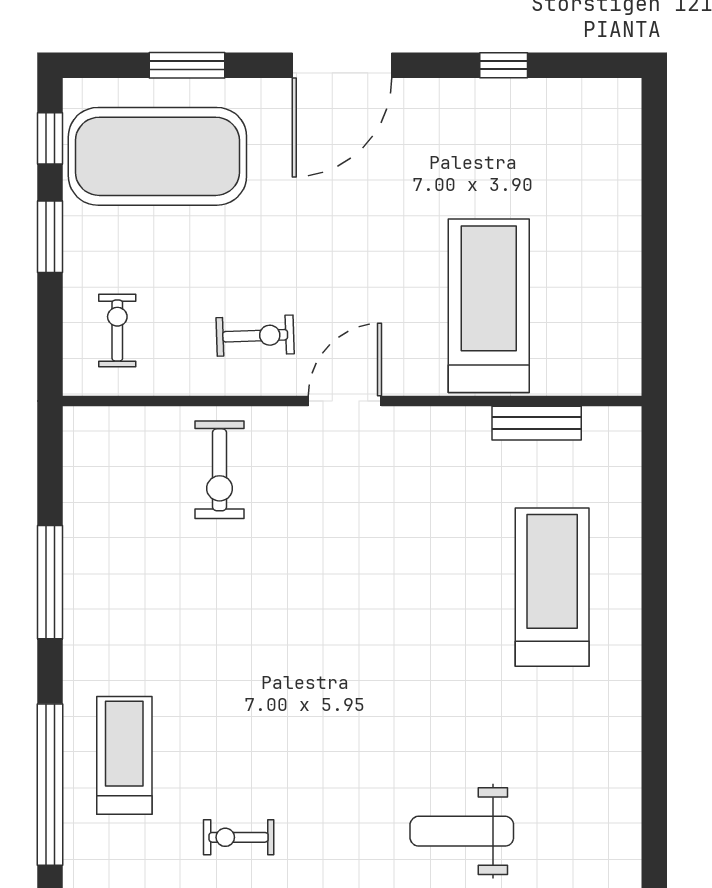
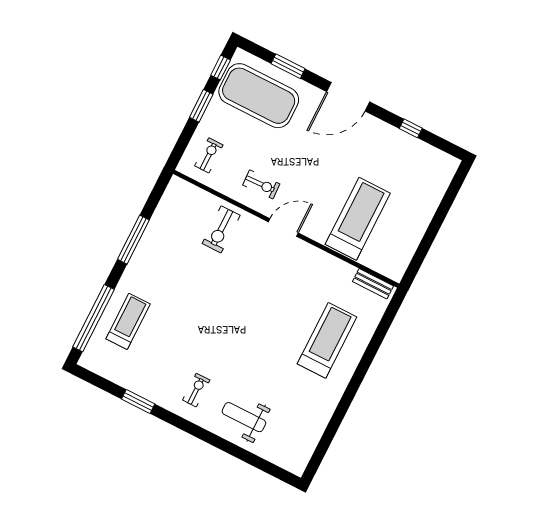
bench: (537, 423) -> (373, 284), moved
exercise bike: (239, 837) -> (196, 390), moved, turned 90

